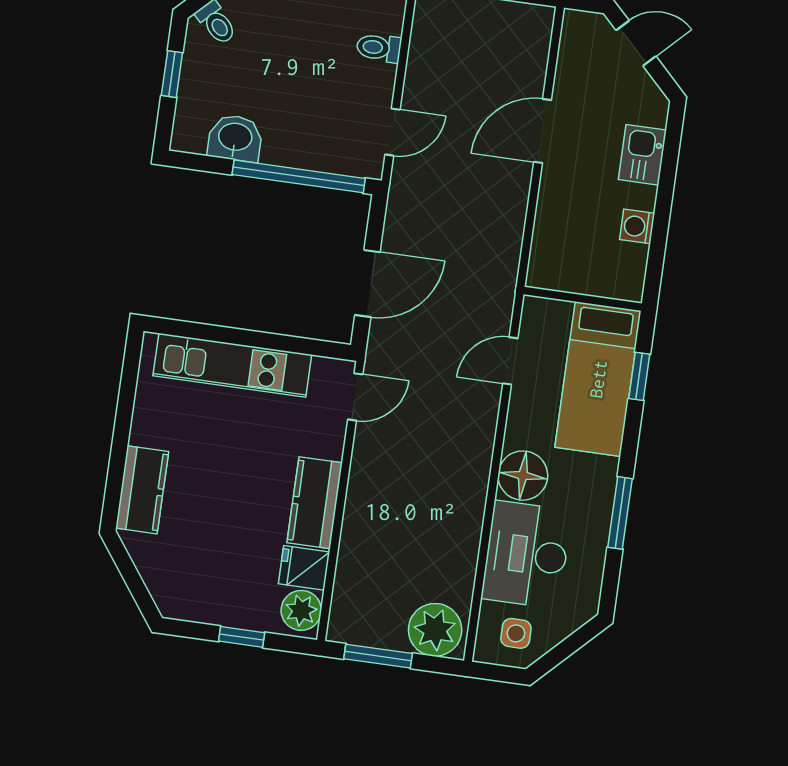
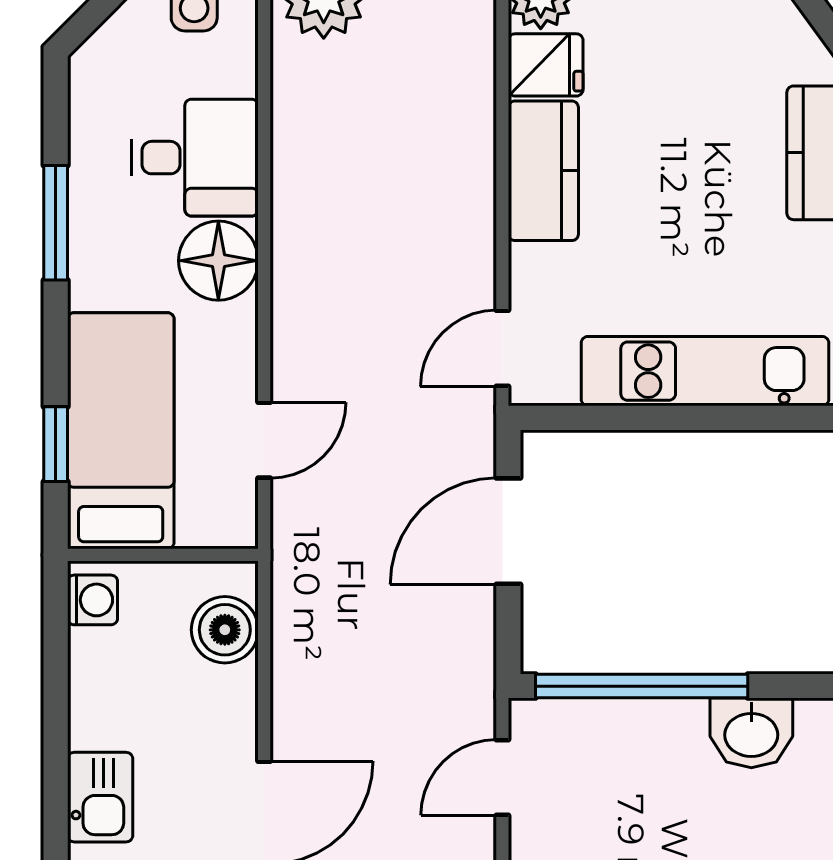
washing machine: (637, 226) -> (92, 600), moved
boiler: (551, 247) -> (225, 630), added
desk: (526, 555) -> (195, 158), width x0.73

